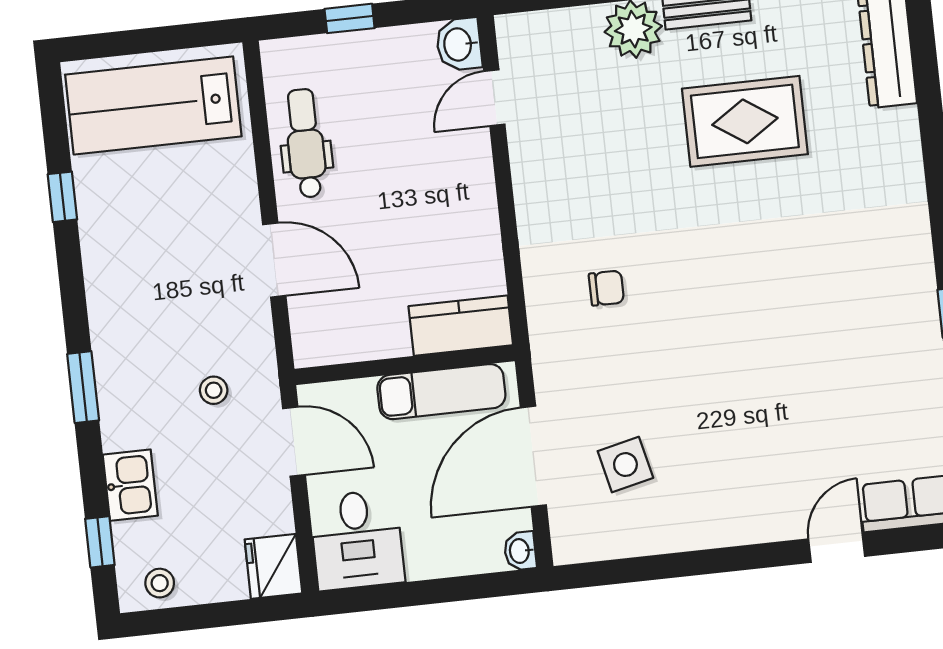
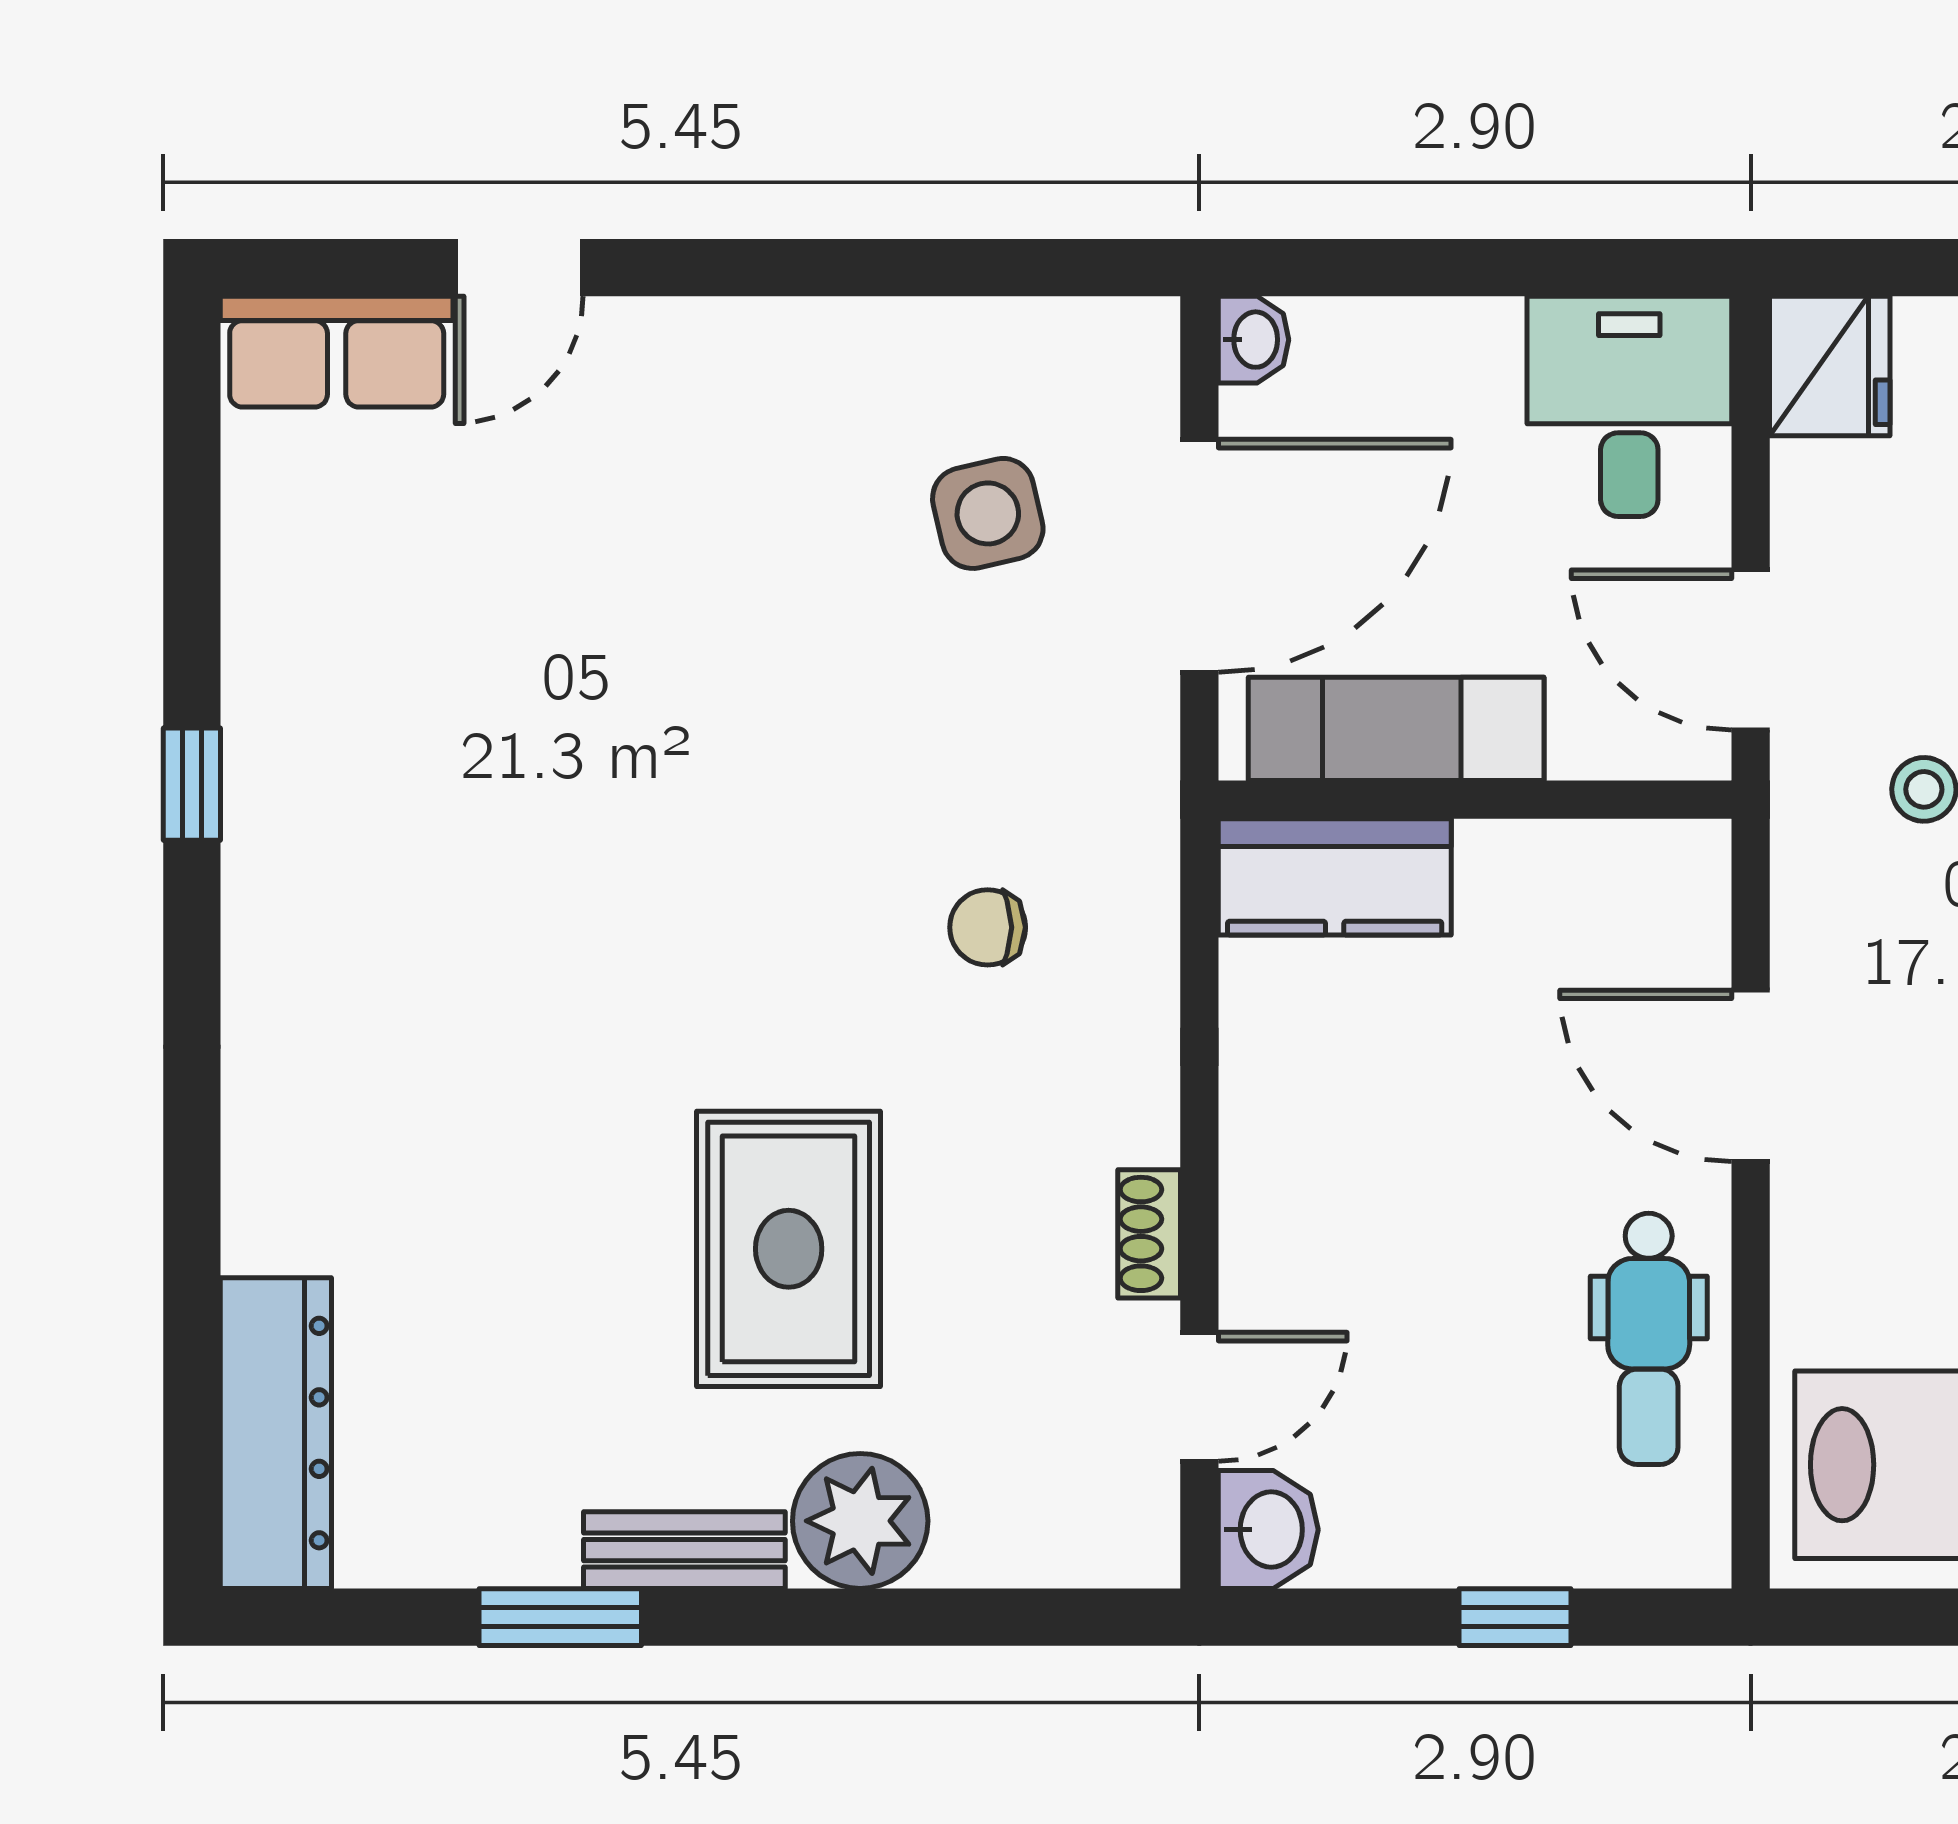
rug: (745, 121) -> (789, 1249), moved, turned 90
shoe rack: (523, 165) -> (1149, 1234), added

